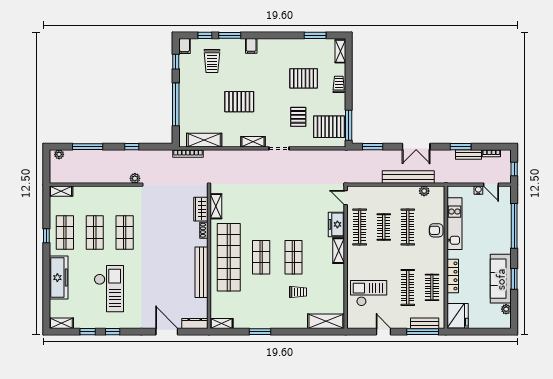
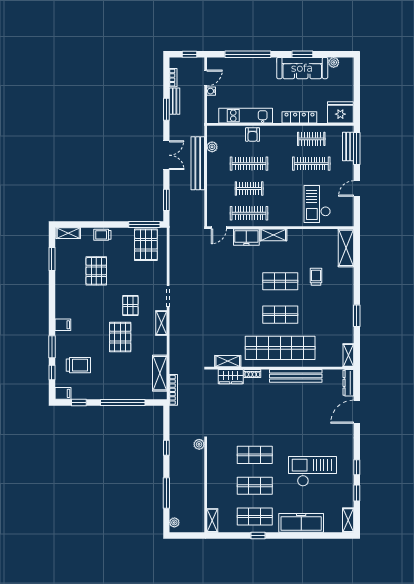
pallet: (298, 117) -> (130, 306), moved, turned 90

